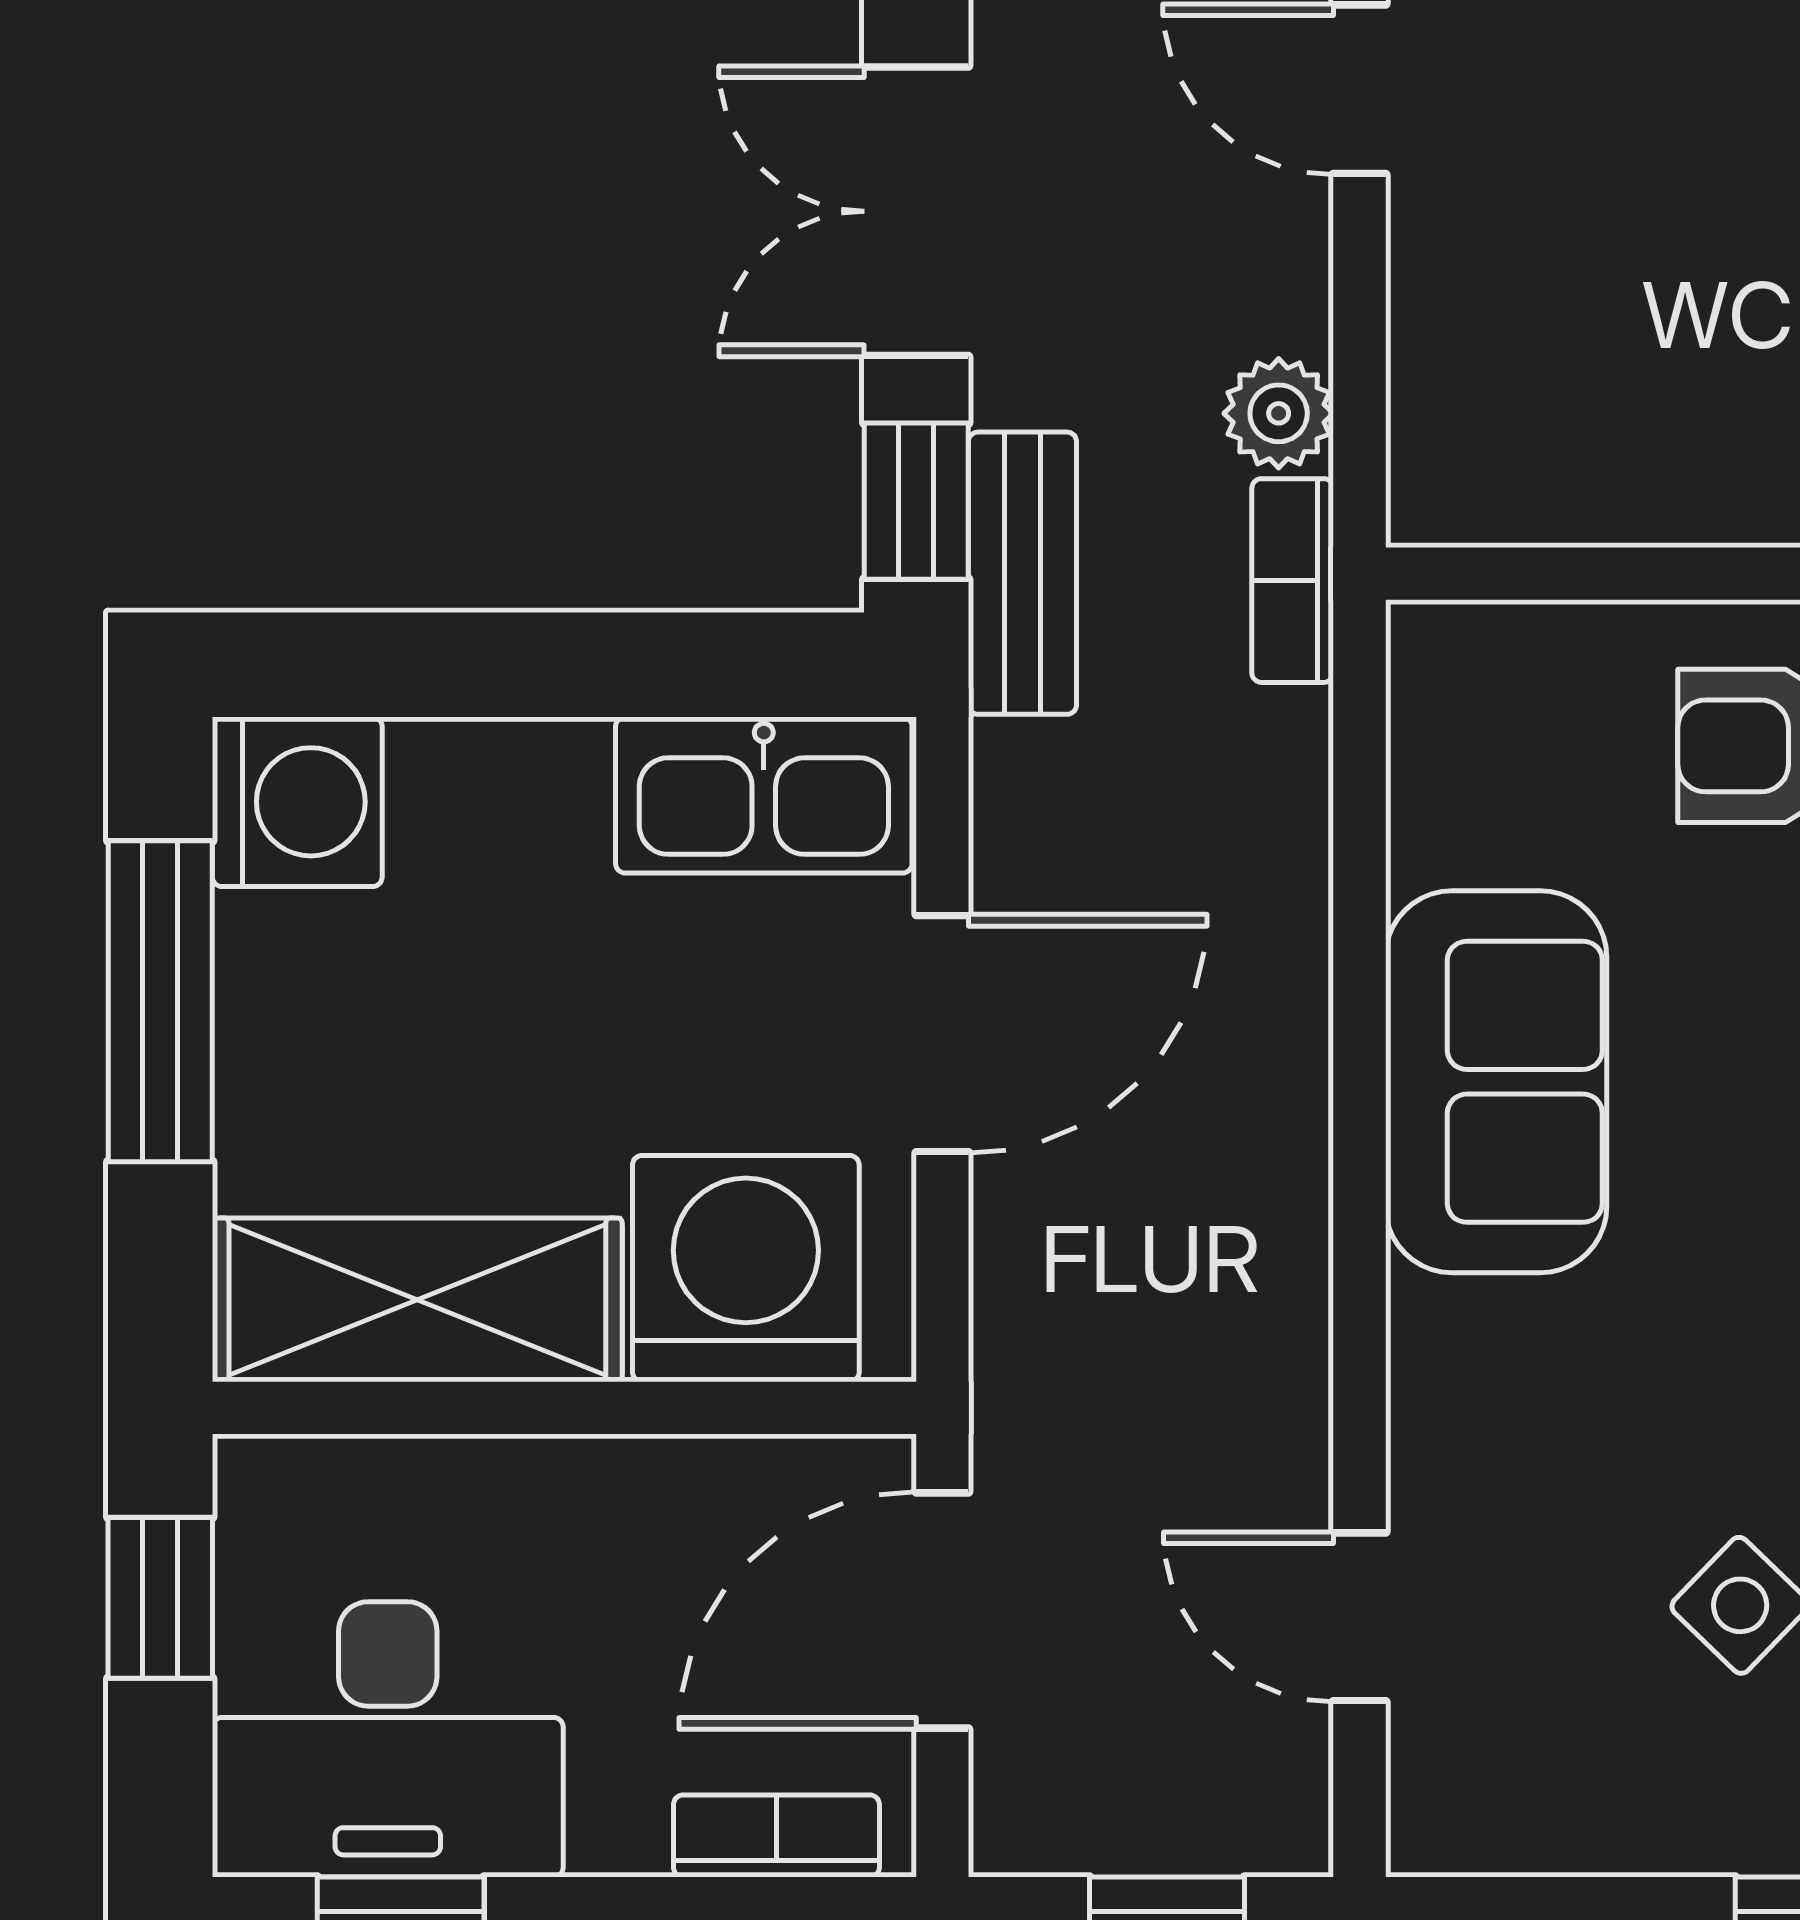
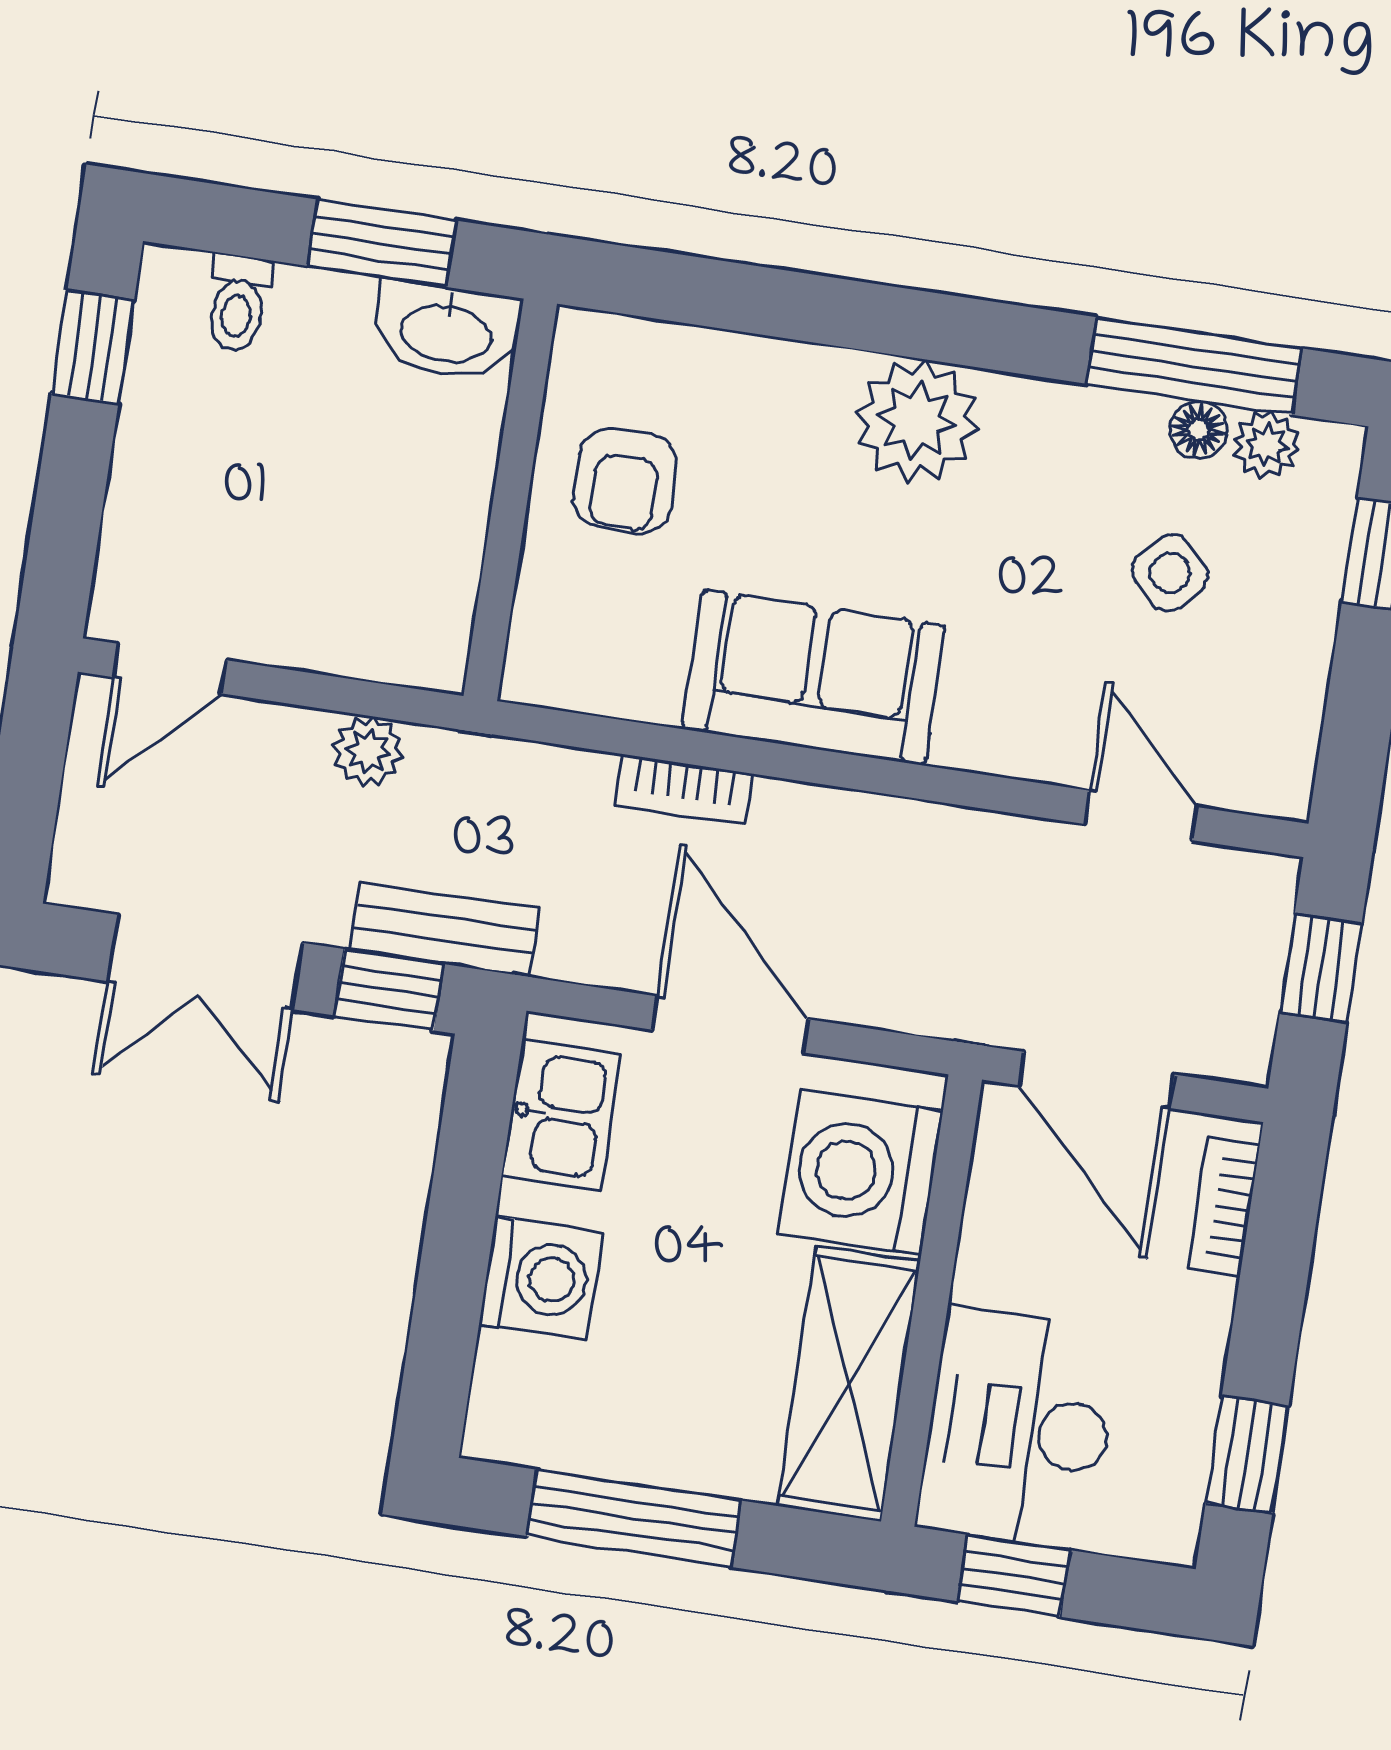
bookcase: (1293, 581) -> (683, 790), moved
kitchen sink: (764, 795) -> (561, 1115), width x0.73
washing machine: (297, 802) -> (541, 1278), moved, turned 90
door: (1360, 1617) -> (1141, 815), swing flipped
desk: (388, 1739) -> (1019, 1429), moved, turned 180

